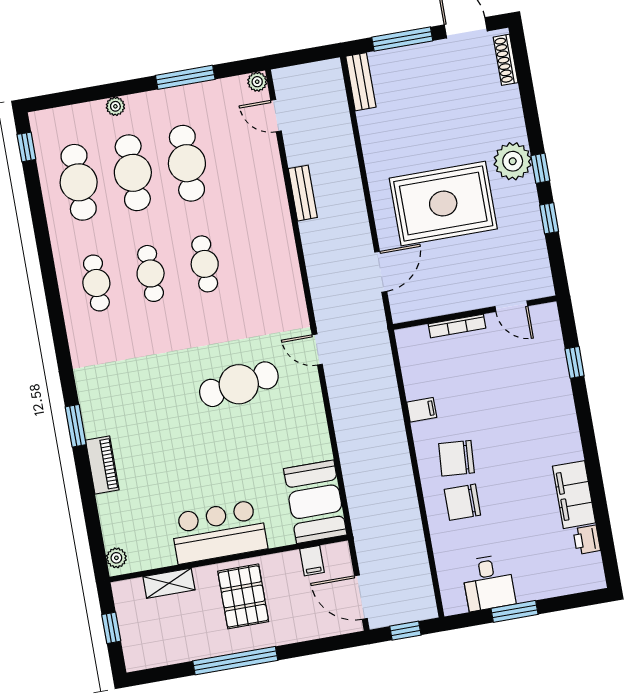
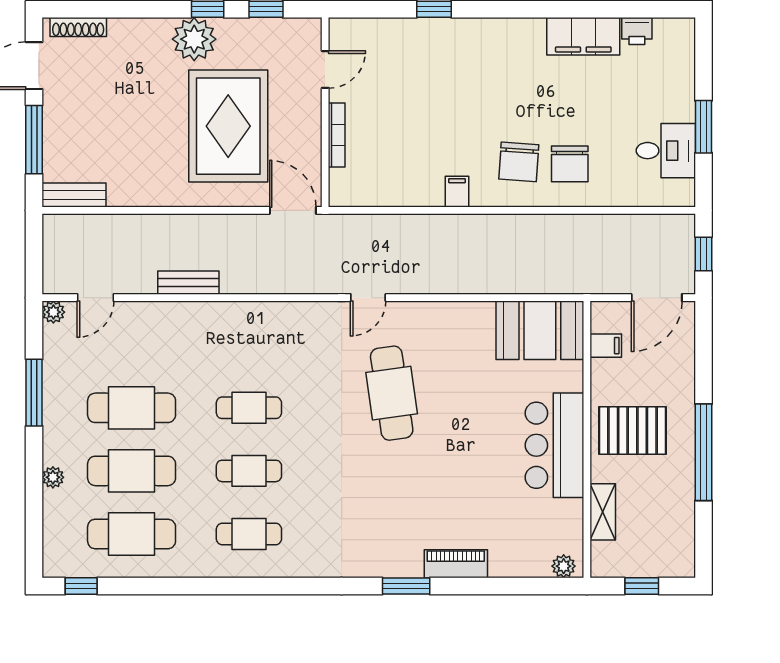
door: (511, 306) -> (325, 69), moved
wall: (475, 313) -> (325, 112), moved
bookcase: (457, 326) -> (337, 135), moved

